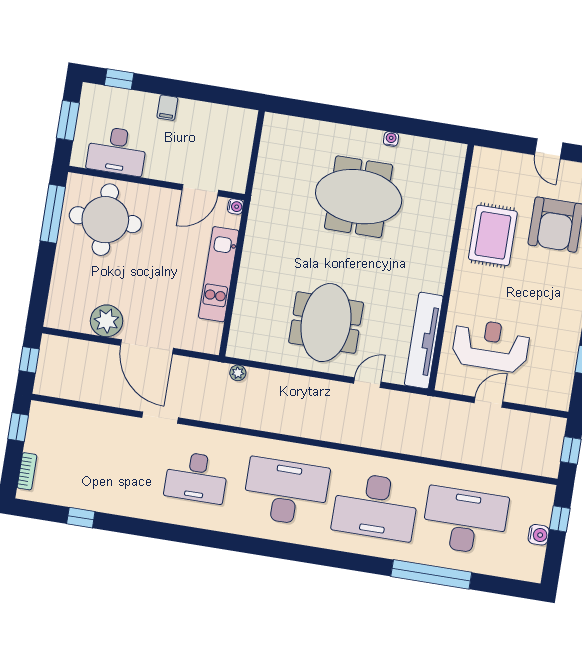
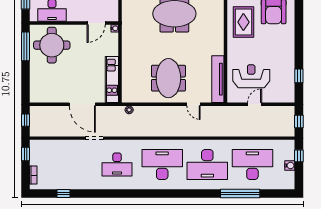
kitchen unit: (219, 274) -> (112, 80), moved
plant: (107, 321) -> (60, 95), removed
door: (367, 383) -> (193, 104), swing flipped

